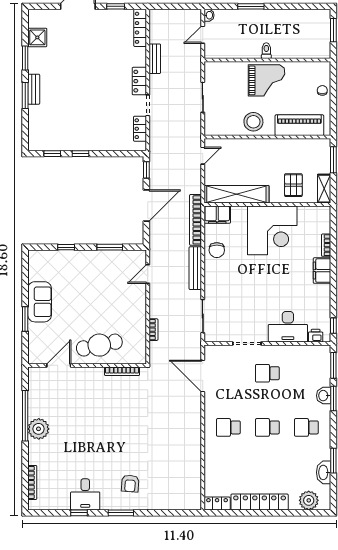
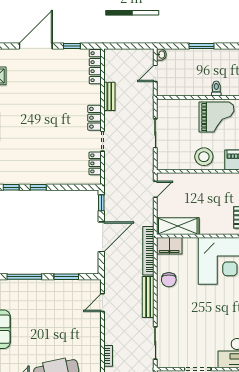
shelving: (236, 194) -> (178, 226), width x0.68
window: (66, 247) -> (24, 277), width x2.17

